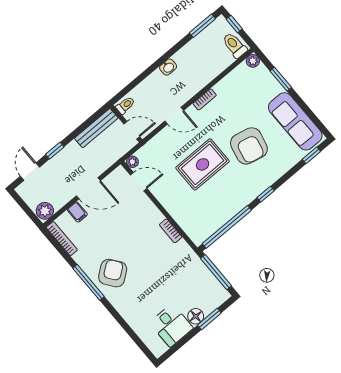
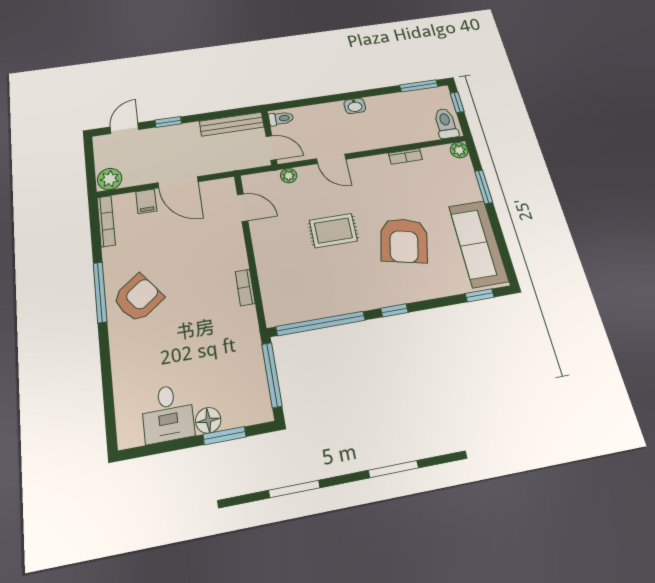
bookcase: (205, 99) -> (405, 156), moved
plant: (132, 162) -> (289, 176), moved
rug: (203, 164) -> (333, 231), width x0.73, depth x0.70

